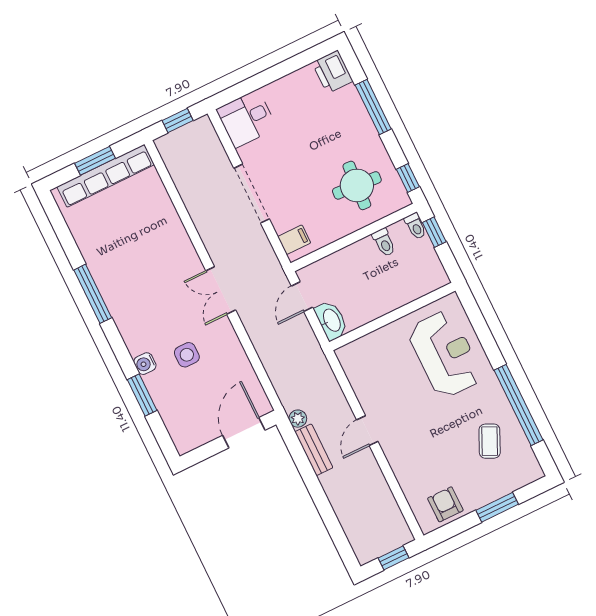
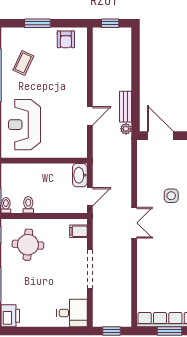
door: (367, 431) -> (90, 116), moved
door: (244, 433) -> (160, 136), swing flipped

